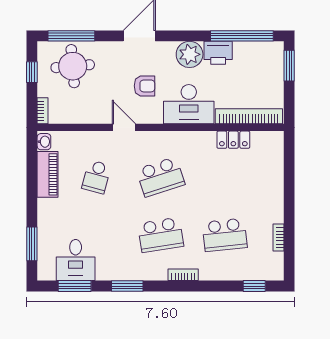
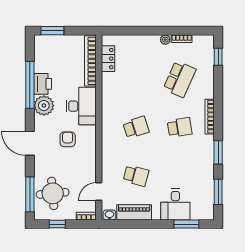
window: (242, 36) -> (30, 85), moved
door: (124, 127) -> (99, 192), moved
locker: (233, 140) -> (108, 59), moved
school desk: (161, 177) -> (136, 127), width x0.54
plant: (277, 216) -> (165, 40), added
school desk: (161, 235) -> (180, 127), width x0.54
school desk: (225, 235) -> (180, 79), turned 30
desk: (76, 260) -> (175, 204), moved, turned 90
bookcase: (183, 275) -> (210, 117), width x1.56

